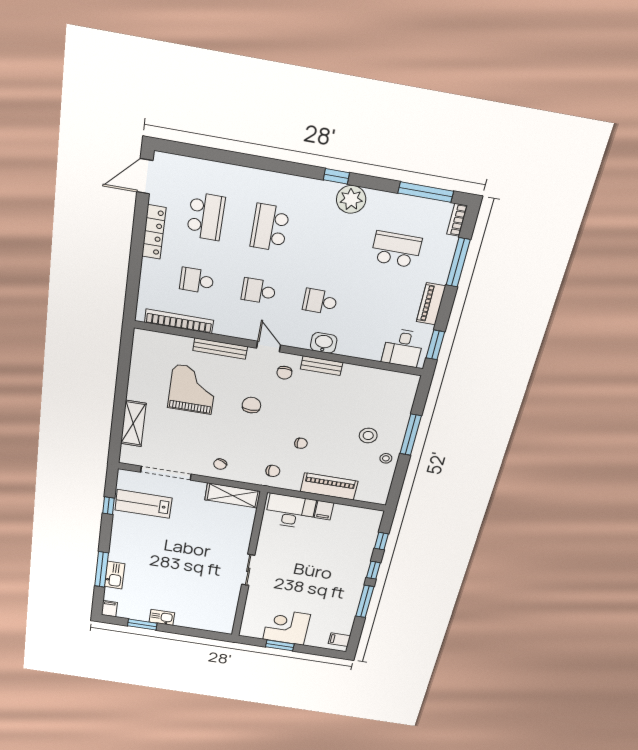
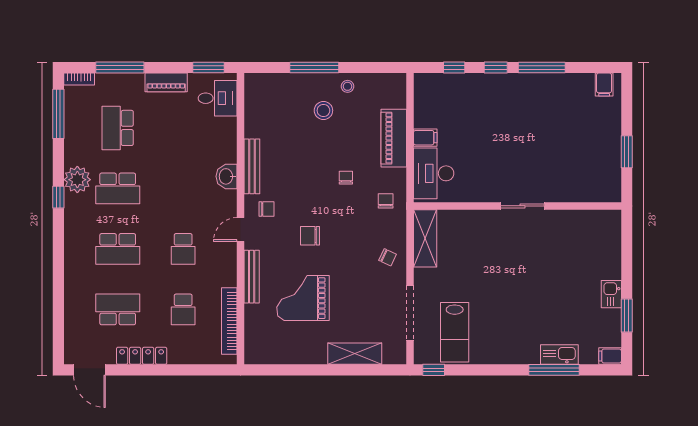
school desk: (320, 301) -> (118, 188), moved, width x1.85
bench: (322, 366) -> (252, 166), width x1.36
window: (109, 506) -> (434, 370), moved
corner desk: (287, 627) -> (597, 149), removed

